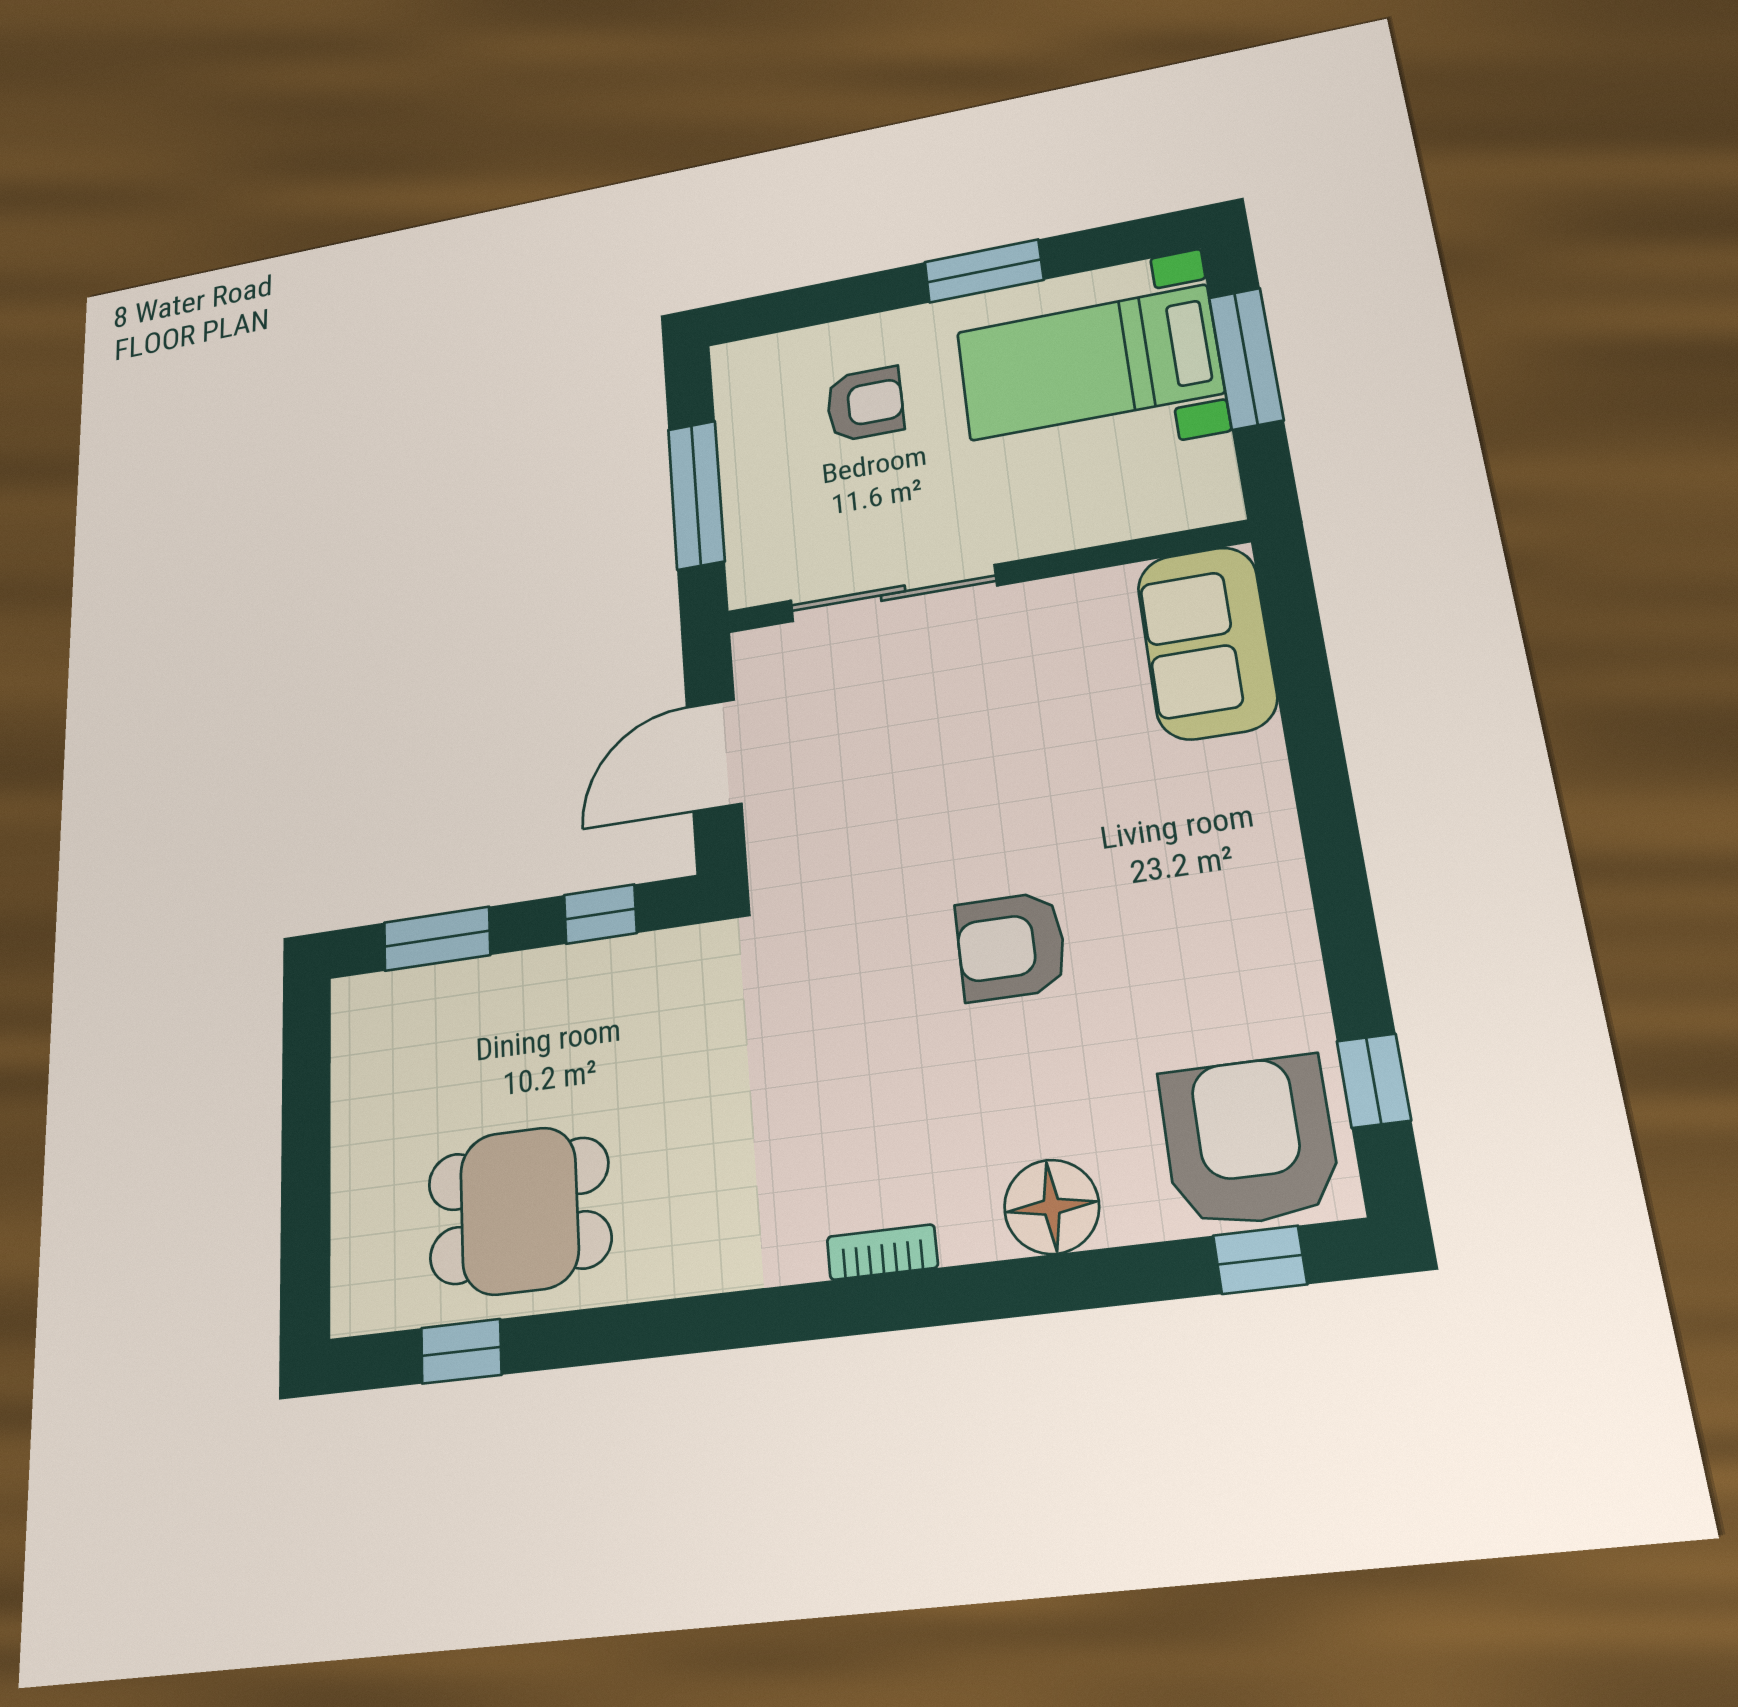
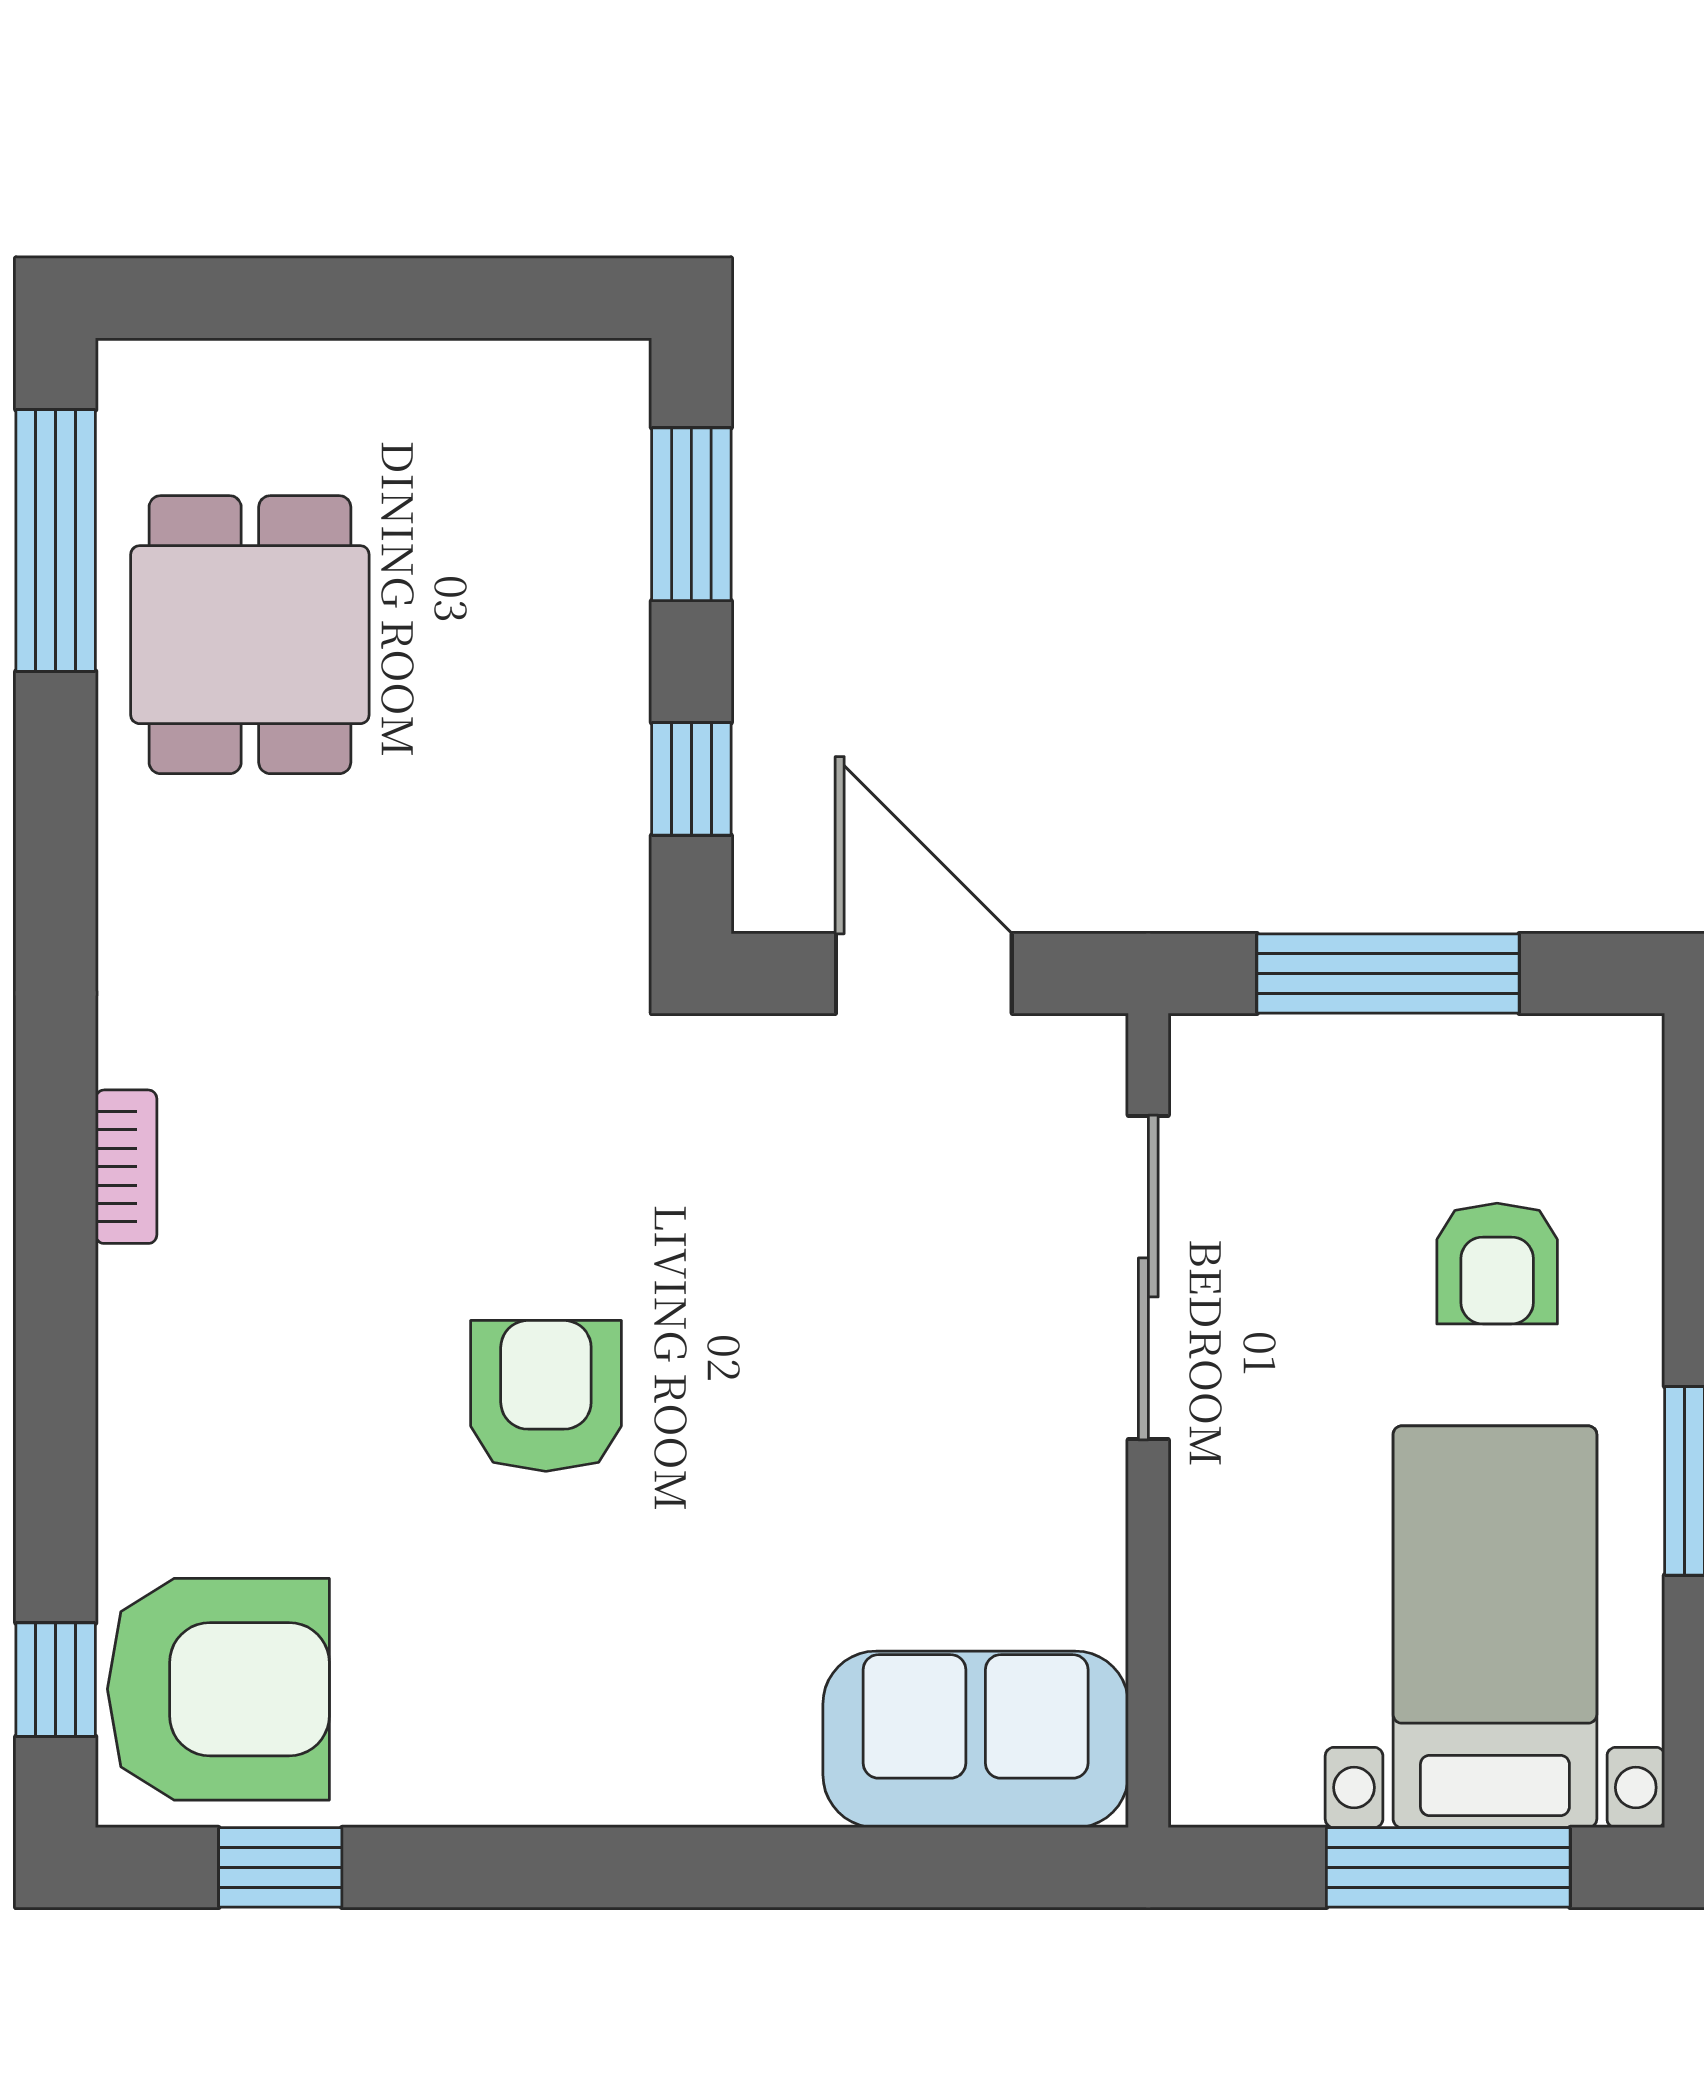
floor lamp: (1052, 1207) -> (161, 1410), removed
window: (461, 1351) -> (56, 540), width x2.17

